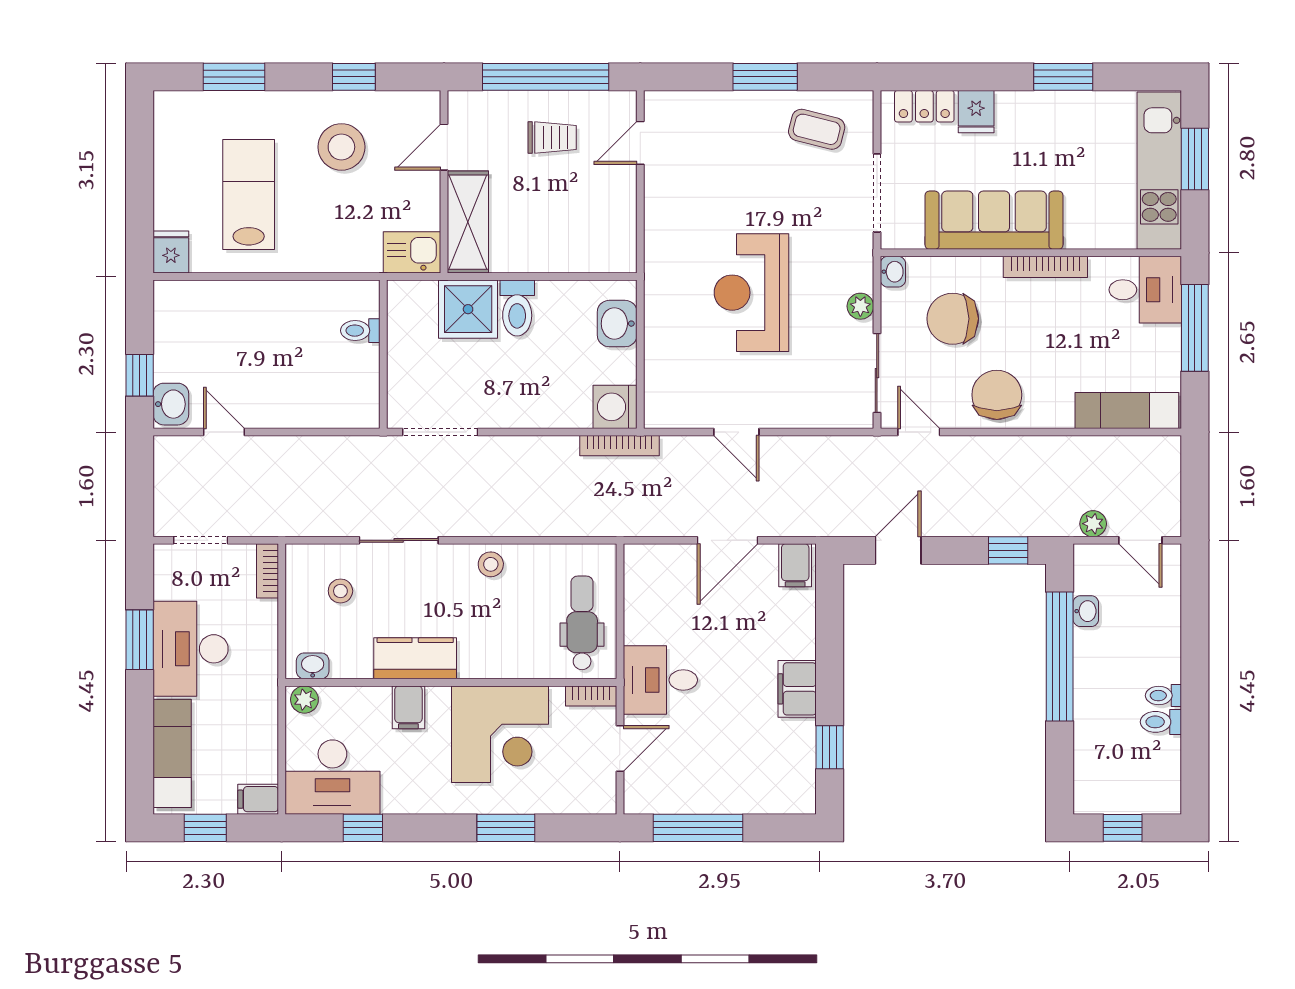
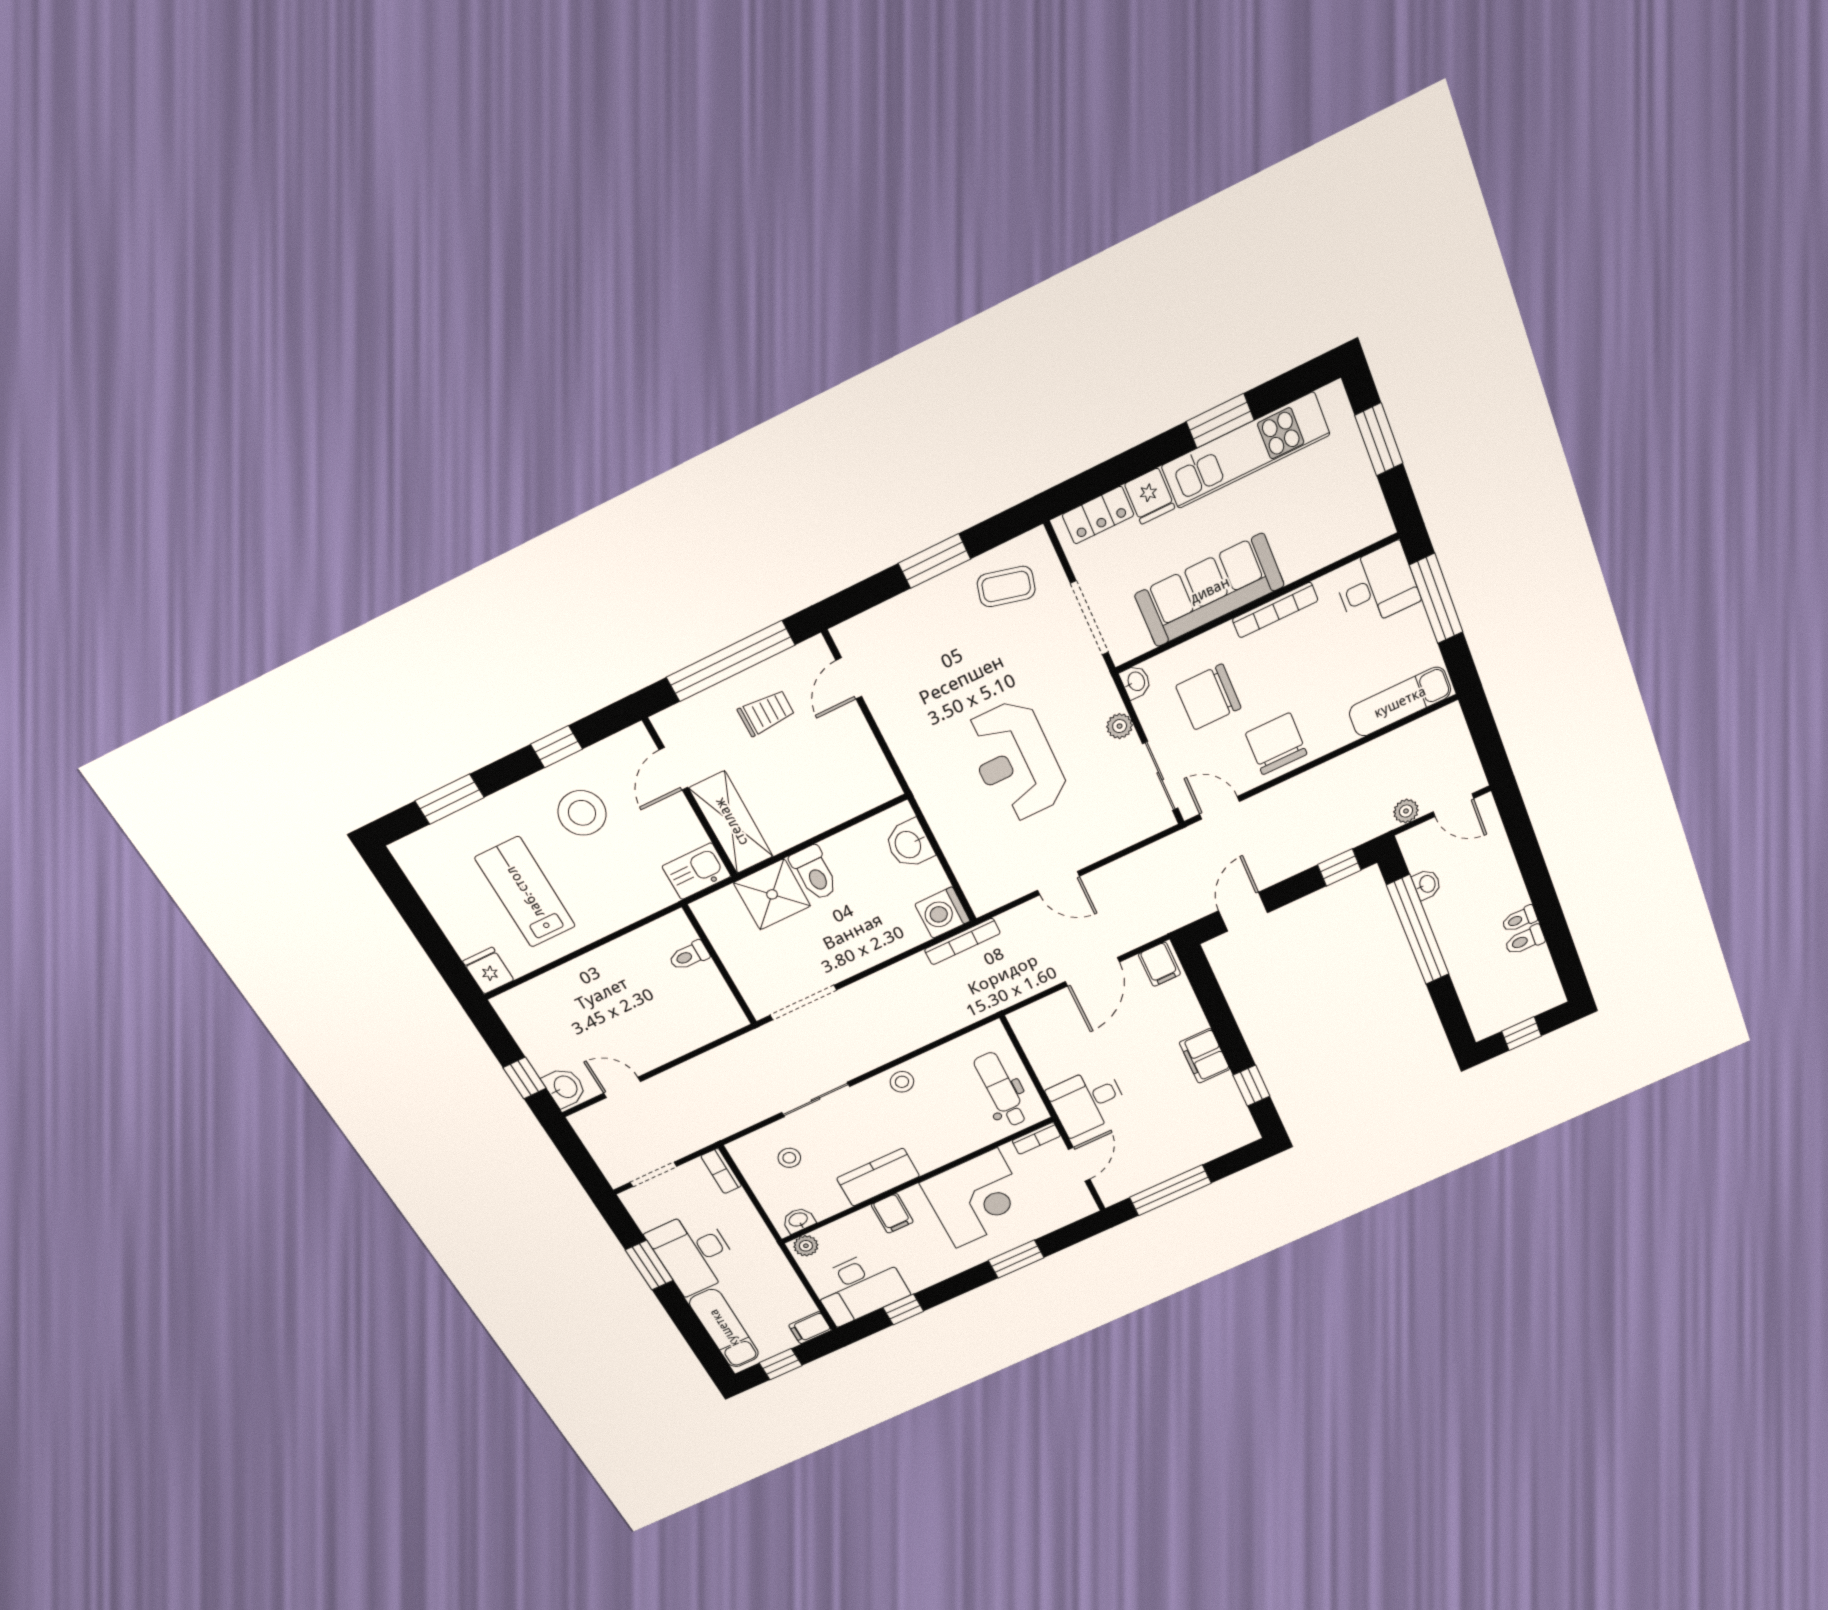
kitchen unit: (1159, 171) -> (1246, 450), moved, turned -90

